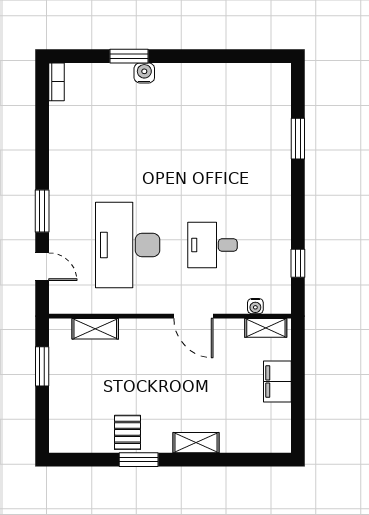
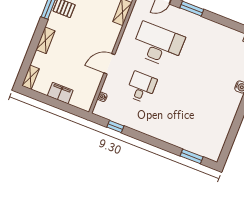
window: (298, 139) -> (192, 156), moved
shelving: (266, 328) -> (30, 77), moved

